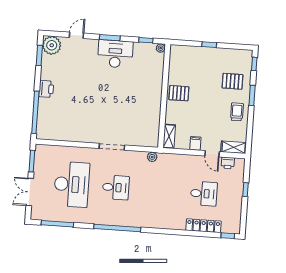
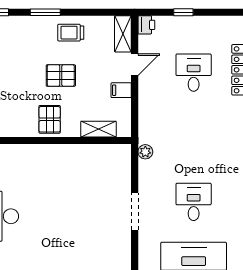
pallet: (233, 81) -> (61, 76), moved, turned 90
shelving: (169, 136) -> (98, 129), moved
printer: (228, 163) -> (146, 25), moved

